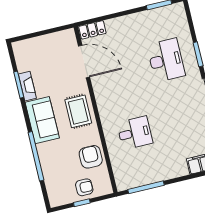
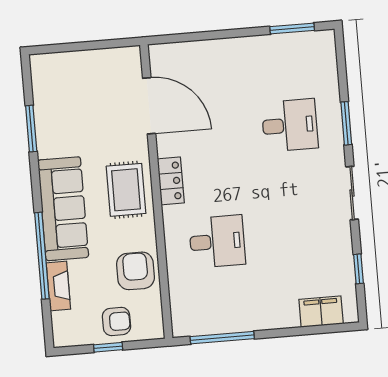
locker: (92, 30) -> (171, 181), moved, turned -90
desk: (166, 60) -> (290, 125), width x0.73
fireplace: (27, 86) -> (58, 286), moved
sofa: (42, 120) -> (63, 209), width x1.36

